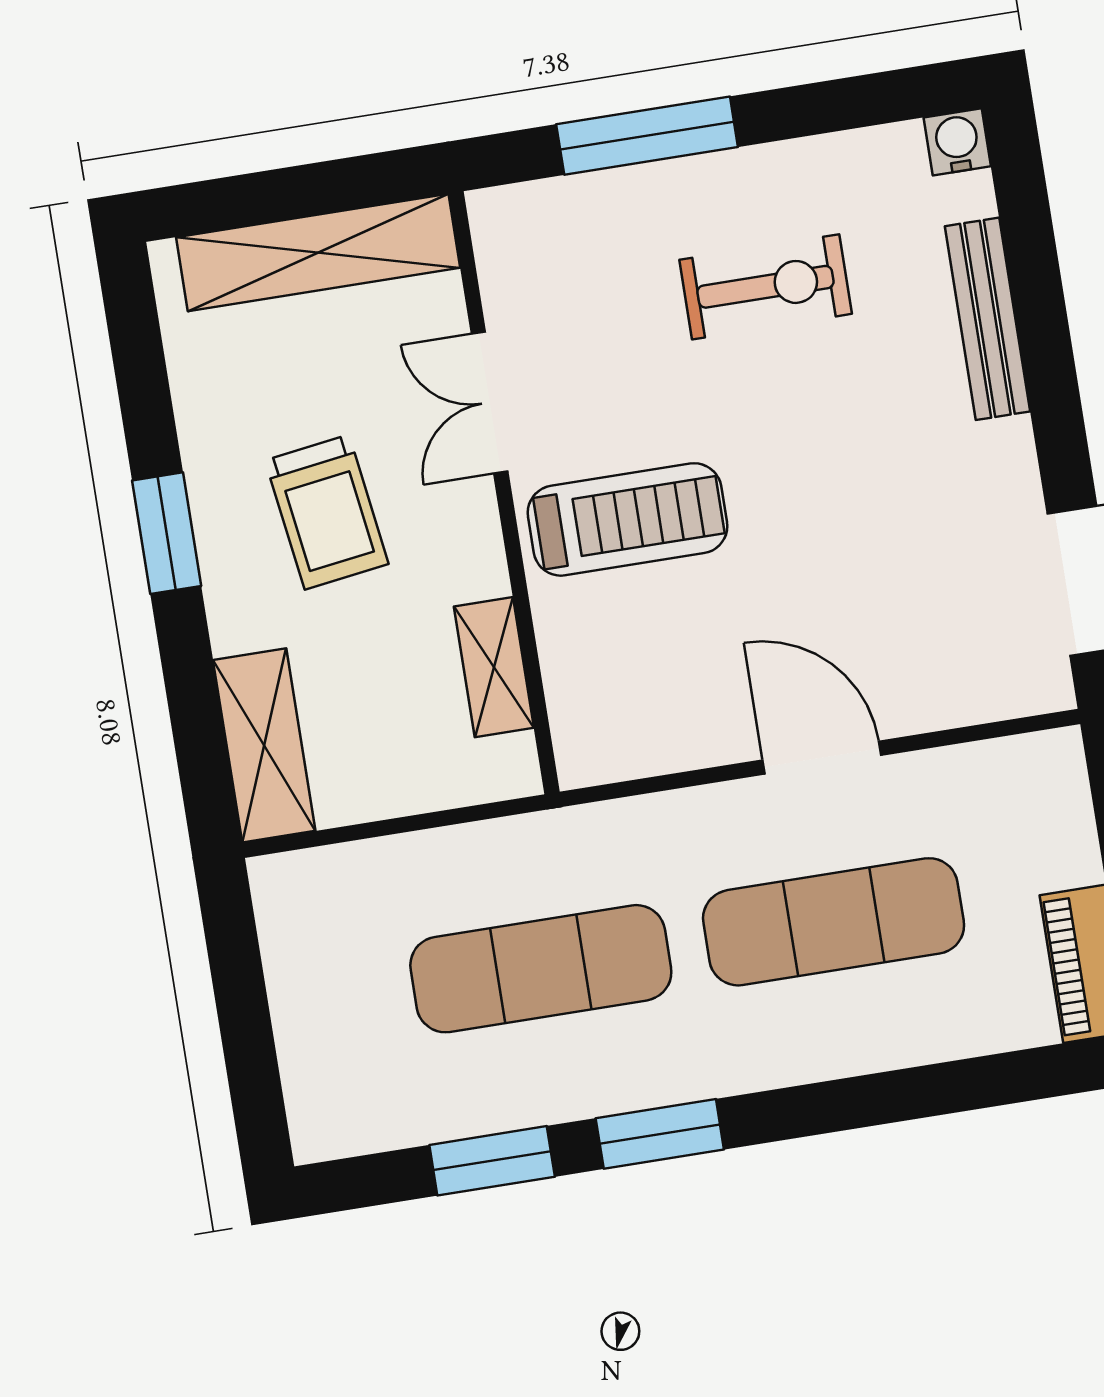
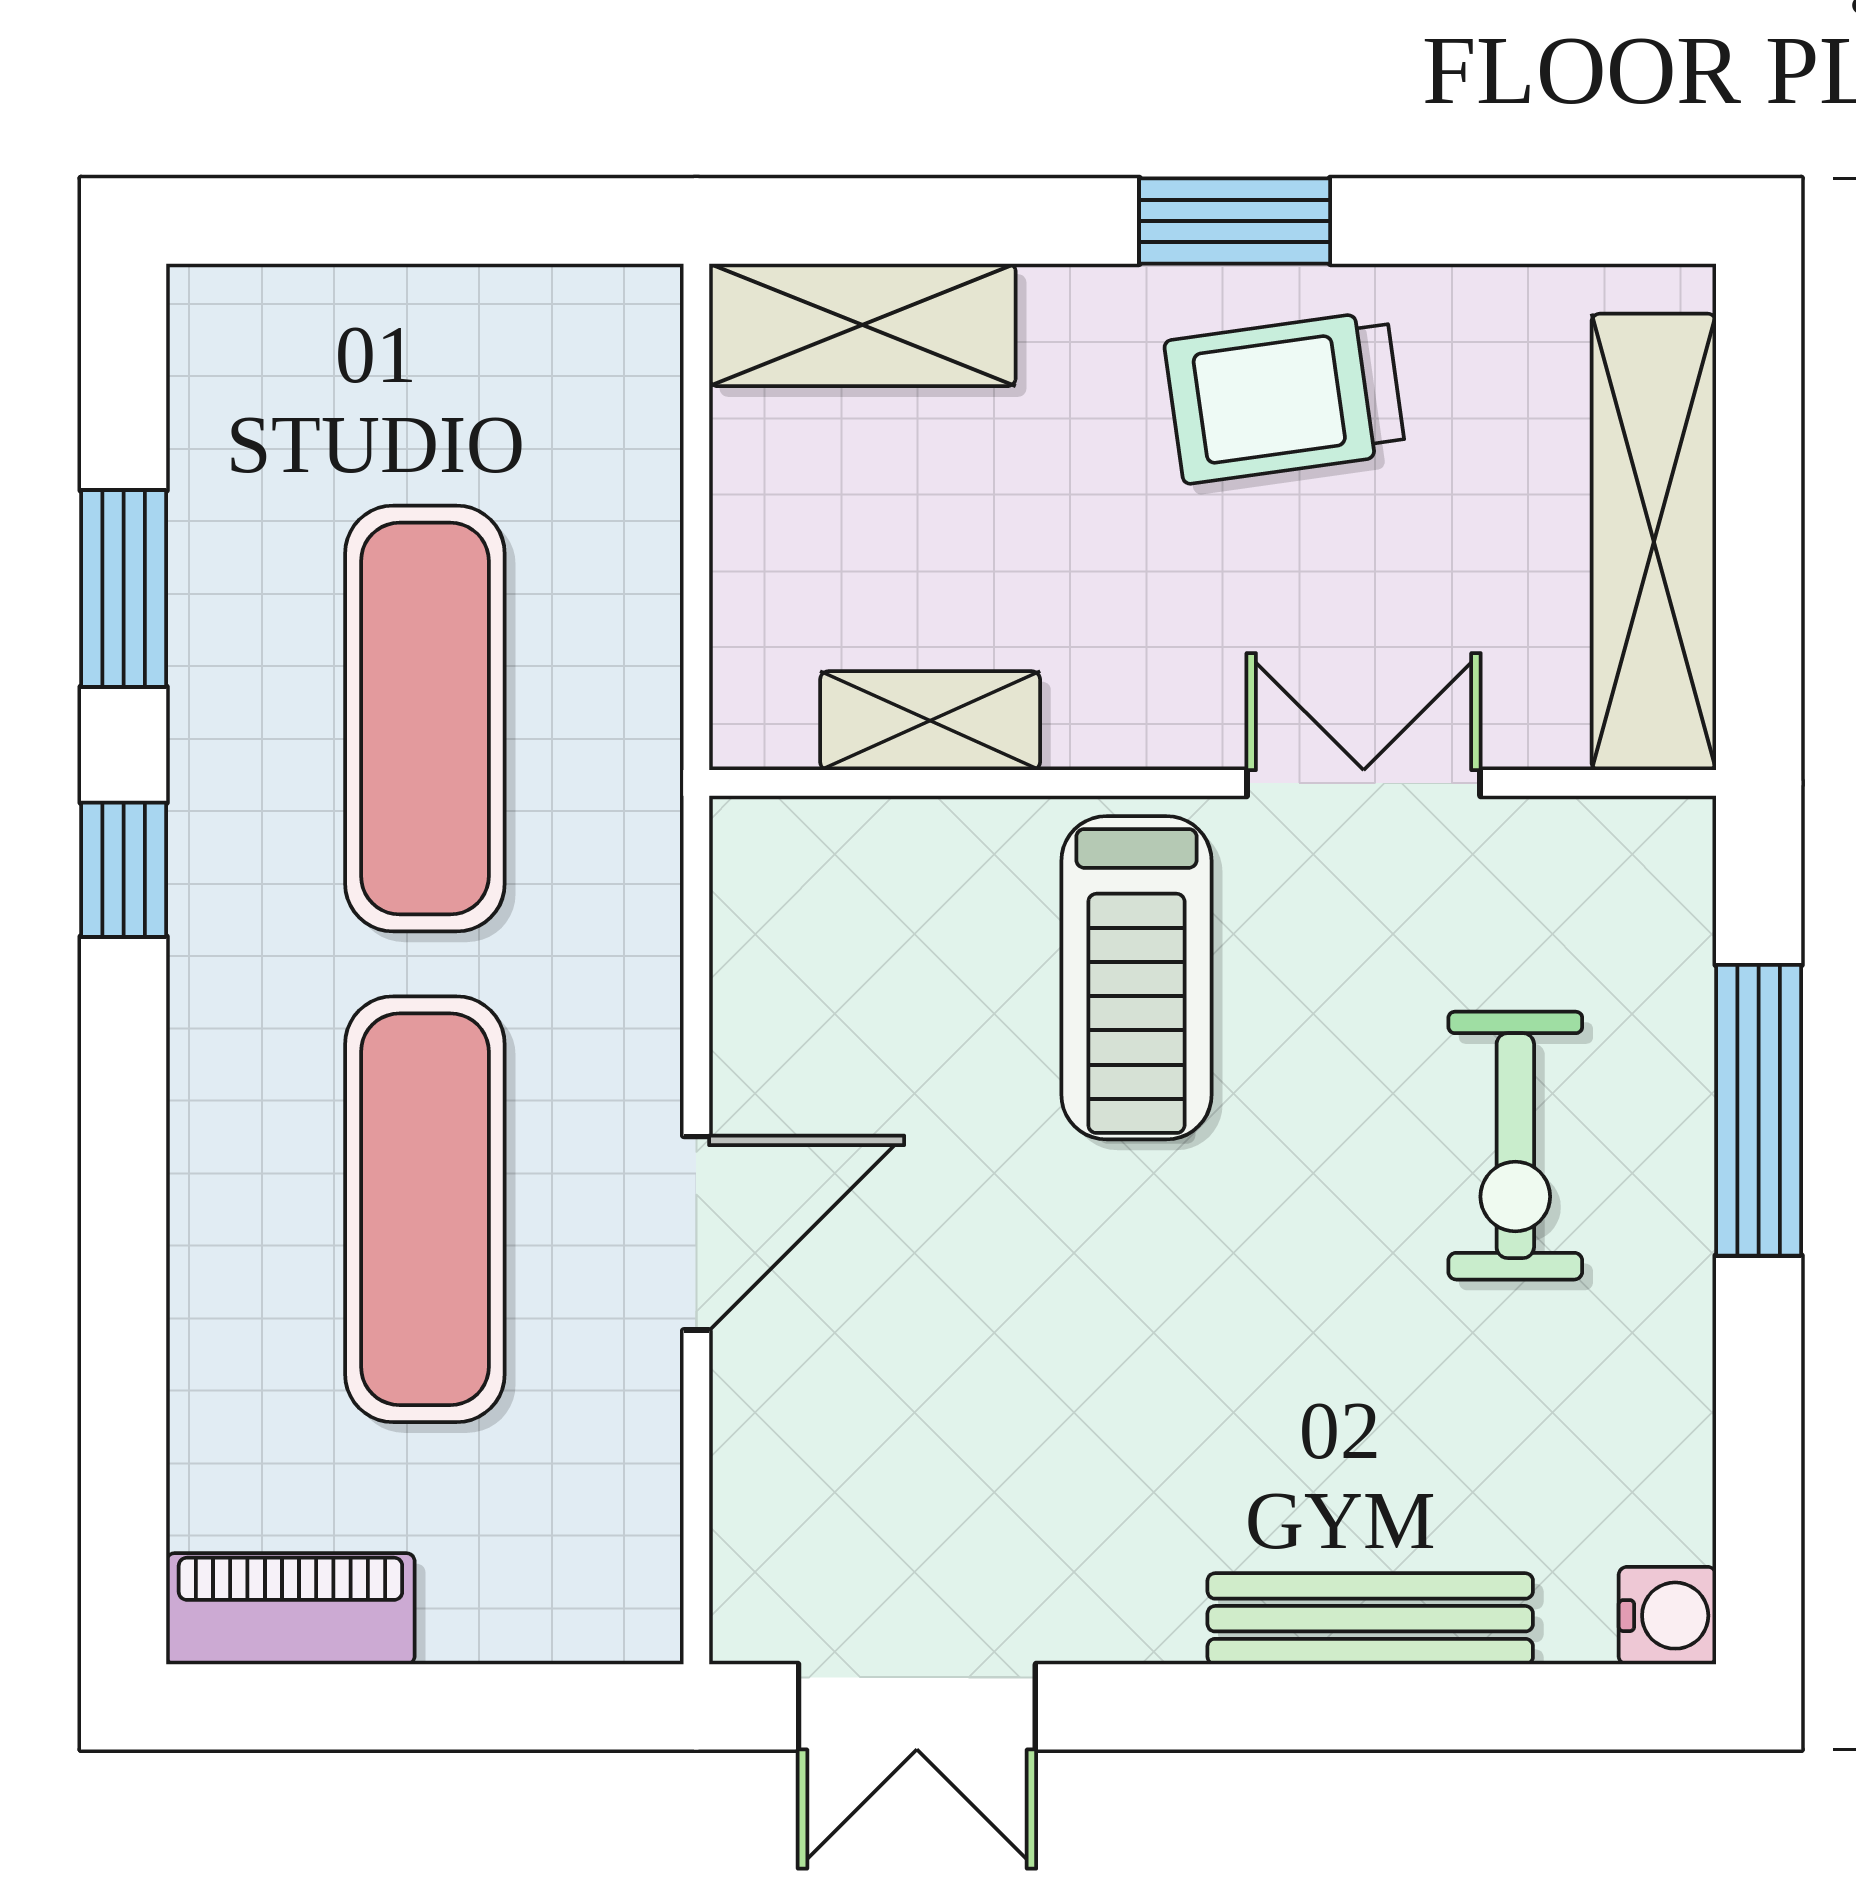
exercise bike: (766, 287) -> (1515, 1146), moved
trolley: (327, 512) -> (1285, 397), moved
window: (660, 1134) -> (124, 870), width x0.67

